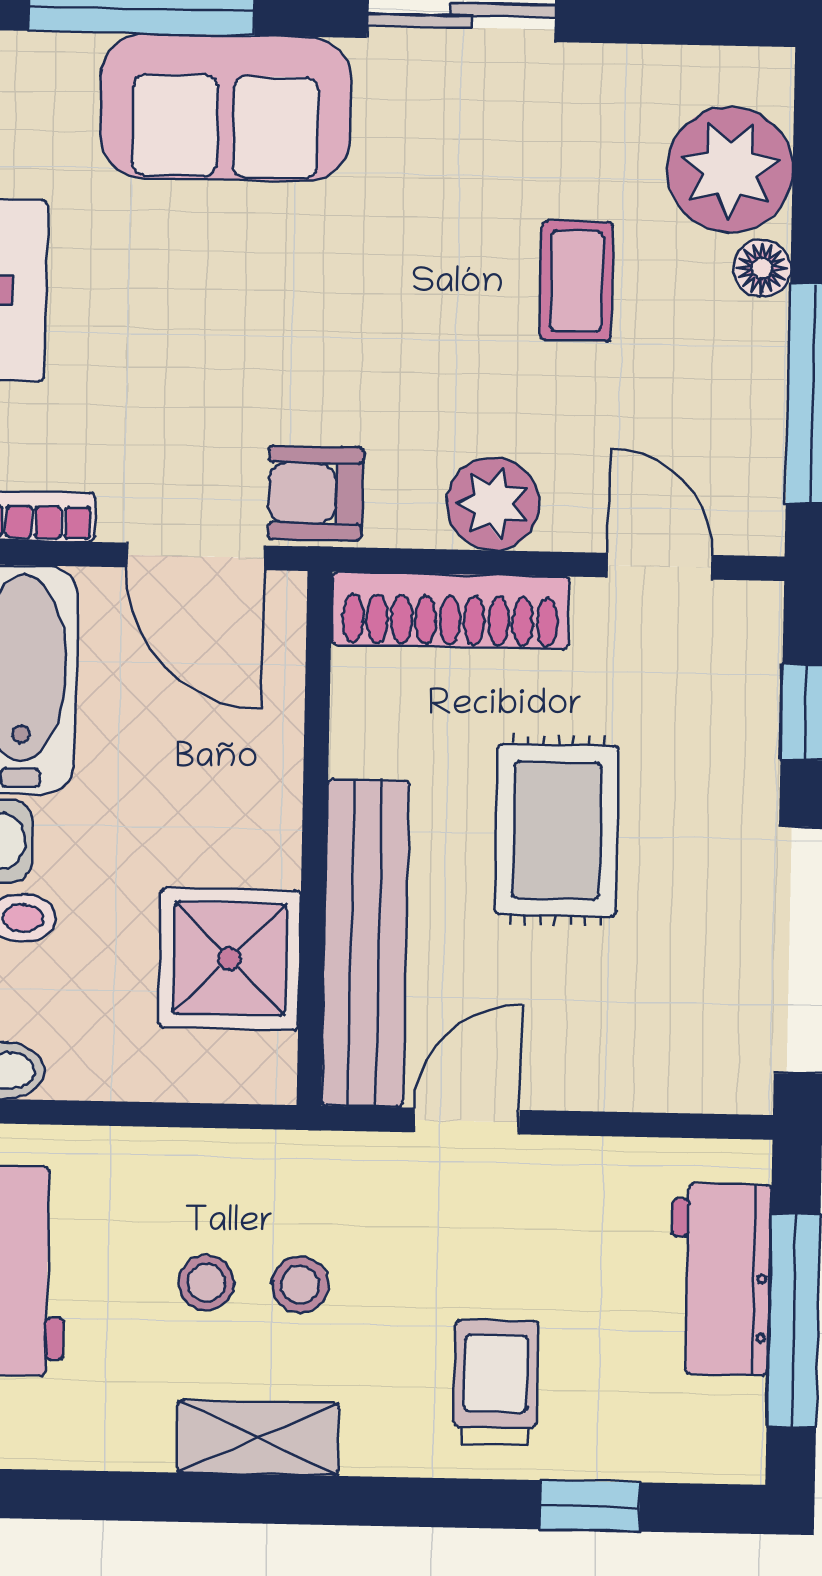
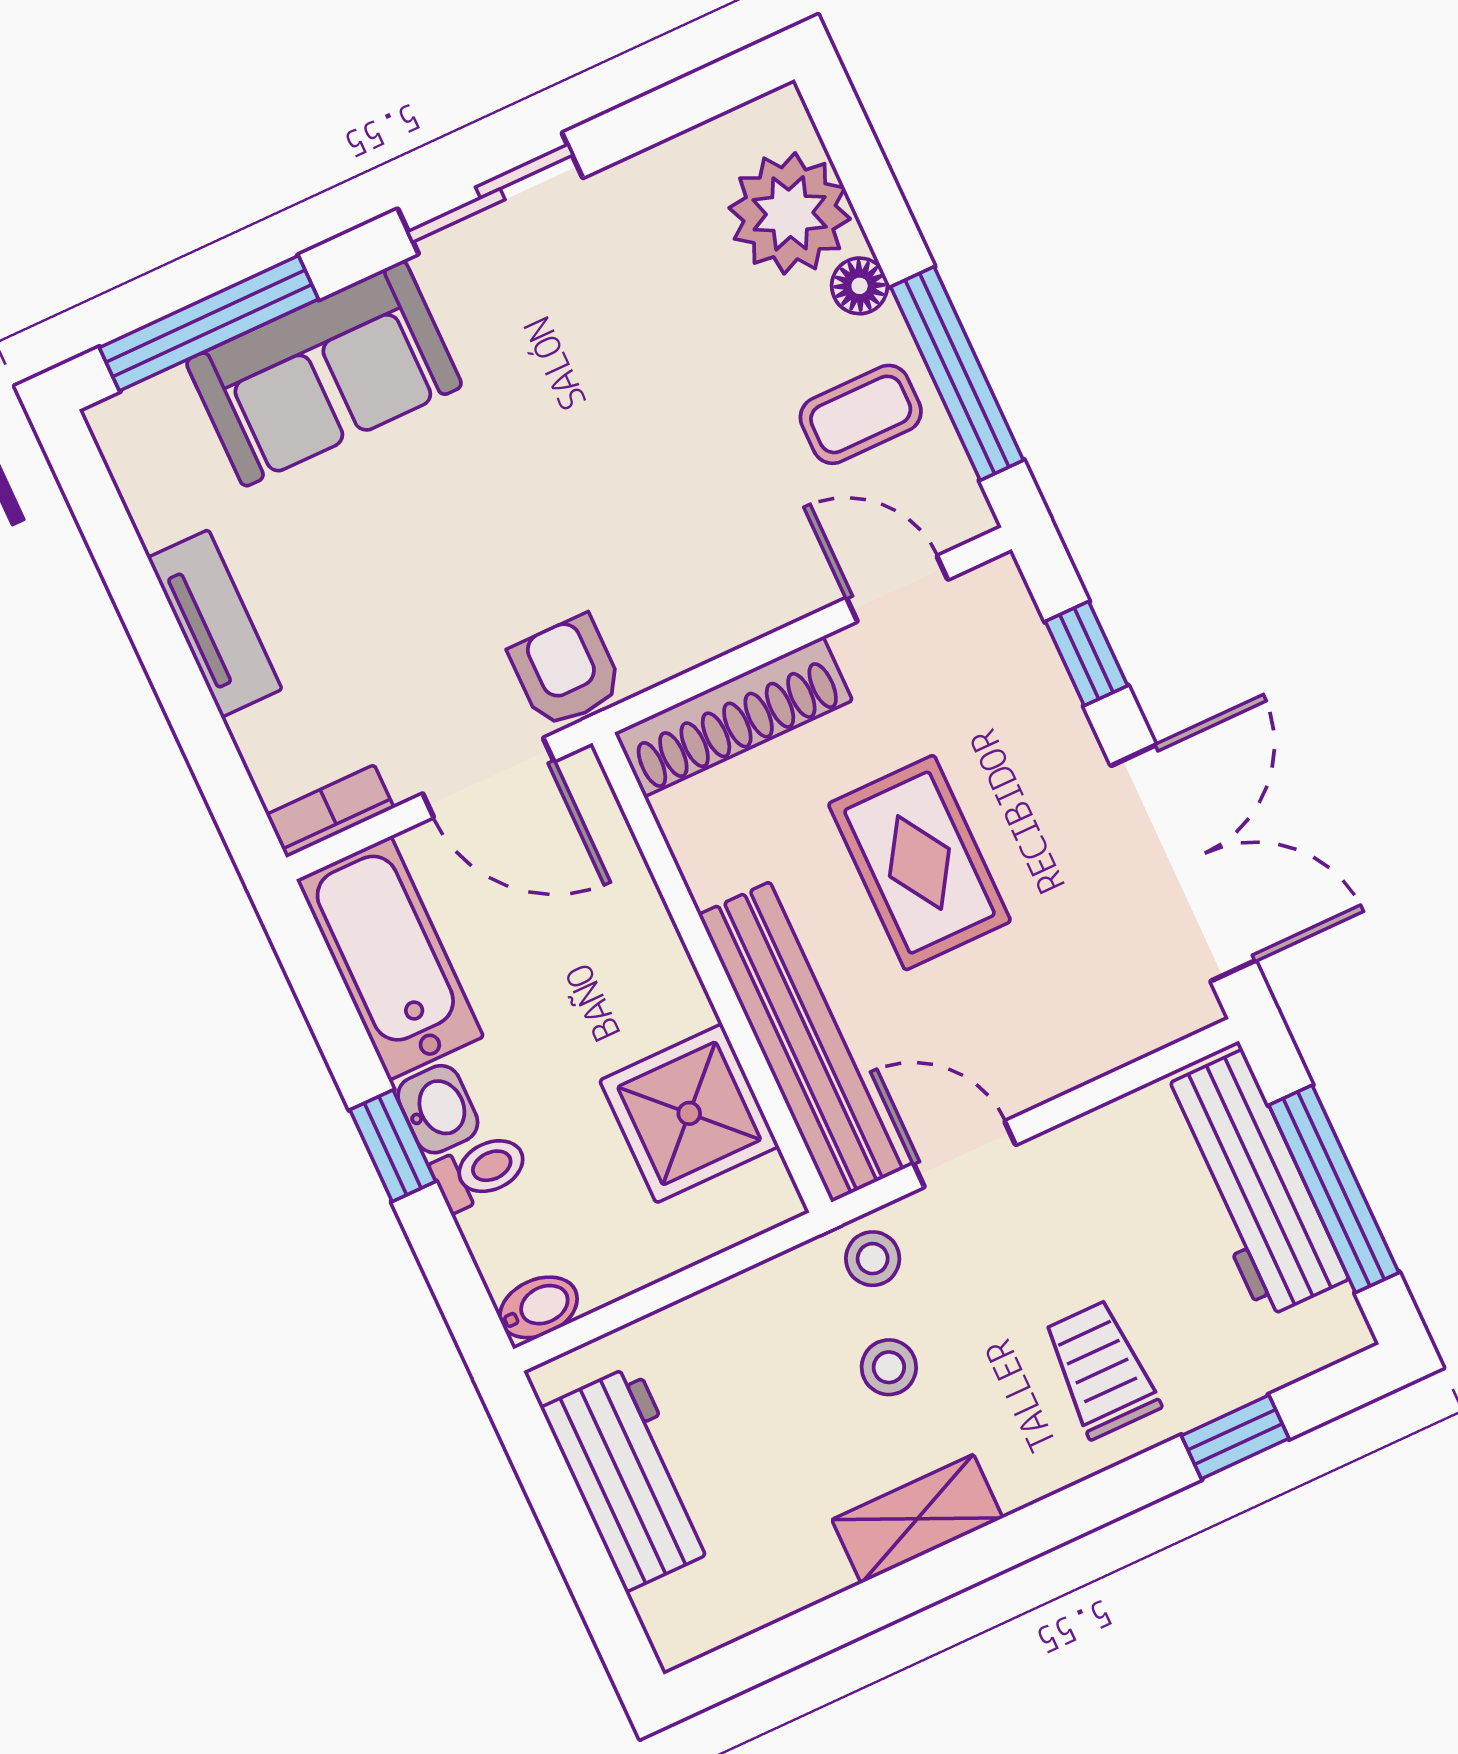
coffee table: (577, 281) -> (861, 414), moved, turned 90
armchair: (316, 493) -> (566, 671), turned 90
plant: (493, 504) -> (725, 605), removed
door: (467, 1121) -> (965, 1154), hinge flipped
workbench: (720, 1279) -> (1253, 1184), width x1.38
stool: (206, 1283) -> (873, 1259), moved

